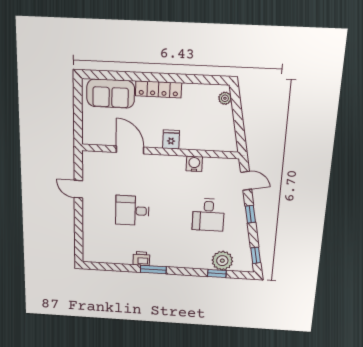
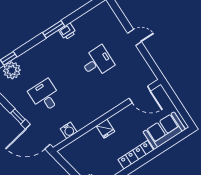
door: (130, 150) -> (140, 95), moved
water cooler: (194, 164) -> (69, 130), moved
door: (246, 181) -> (38, 137), width x1.87
door: (78, 189) -> (135, 37), moved

